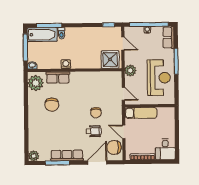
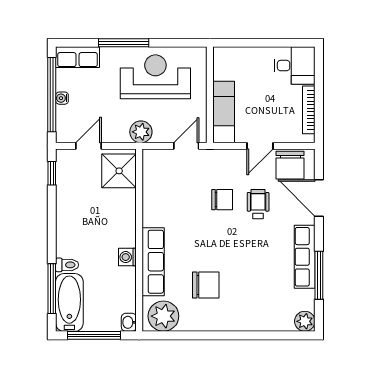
row of seats: (58, 78) -> (153, 262), width x1.48

